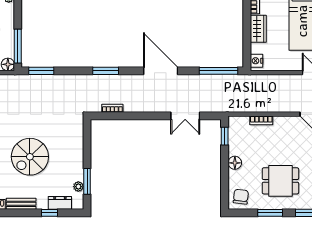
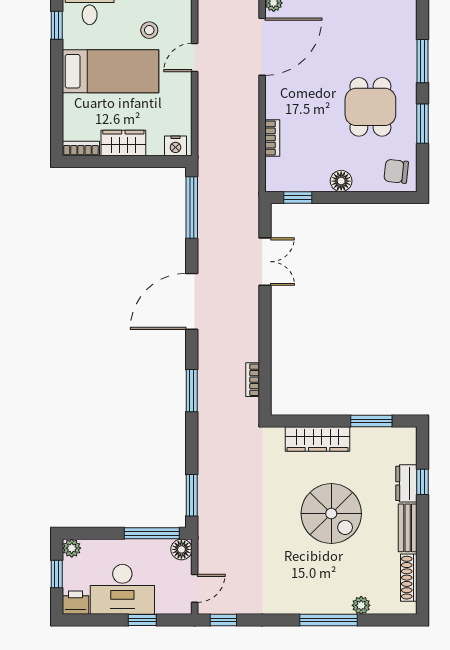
wardrobe: (76, 148) -> (318, 439), added
plant: (78, 187) -> (380, 435), removed
dresser: (60, 203) -> (406, 483), moved

